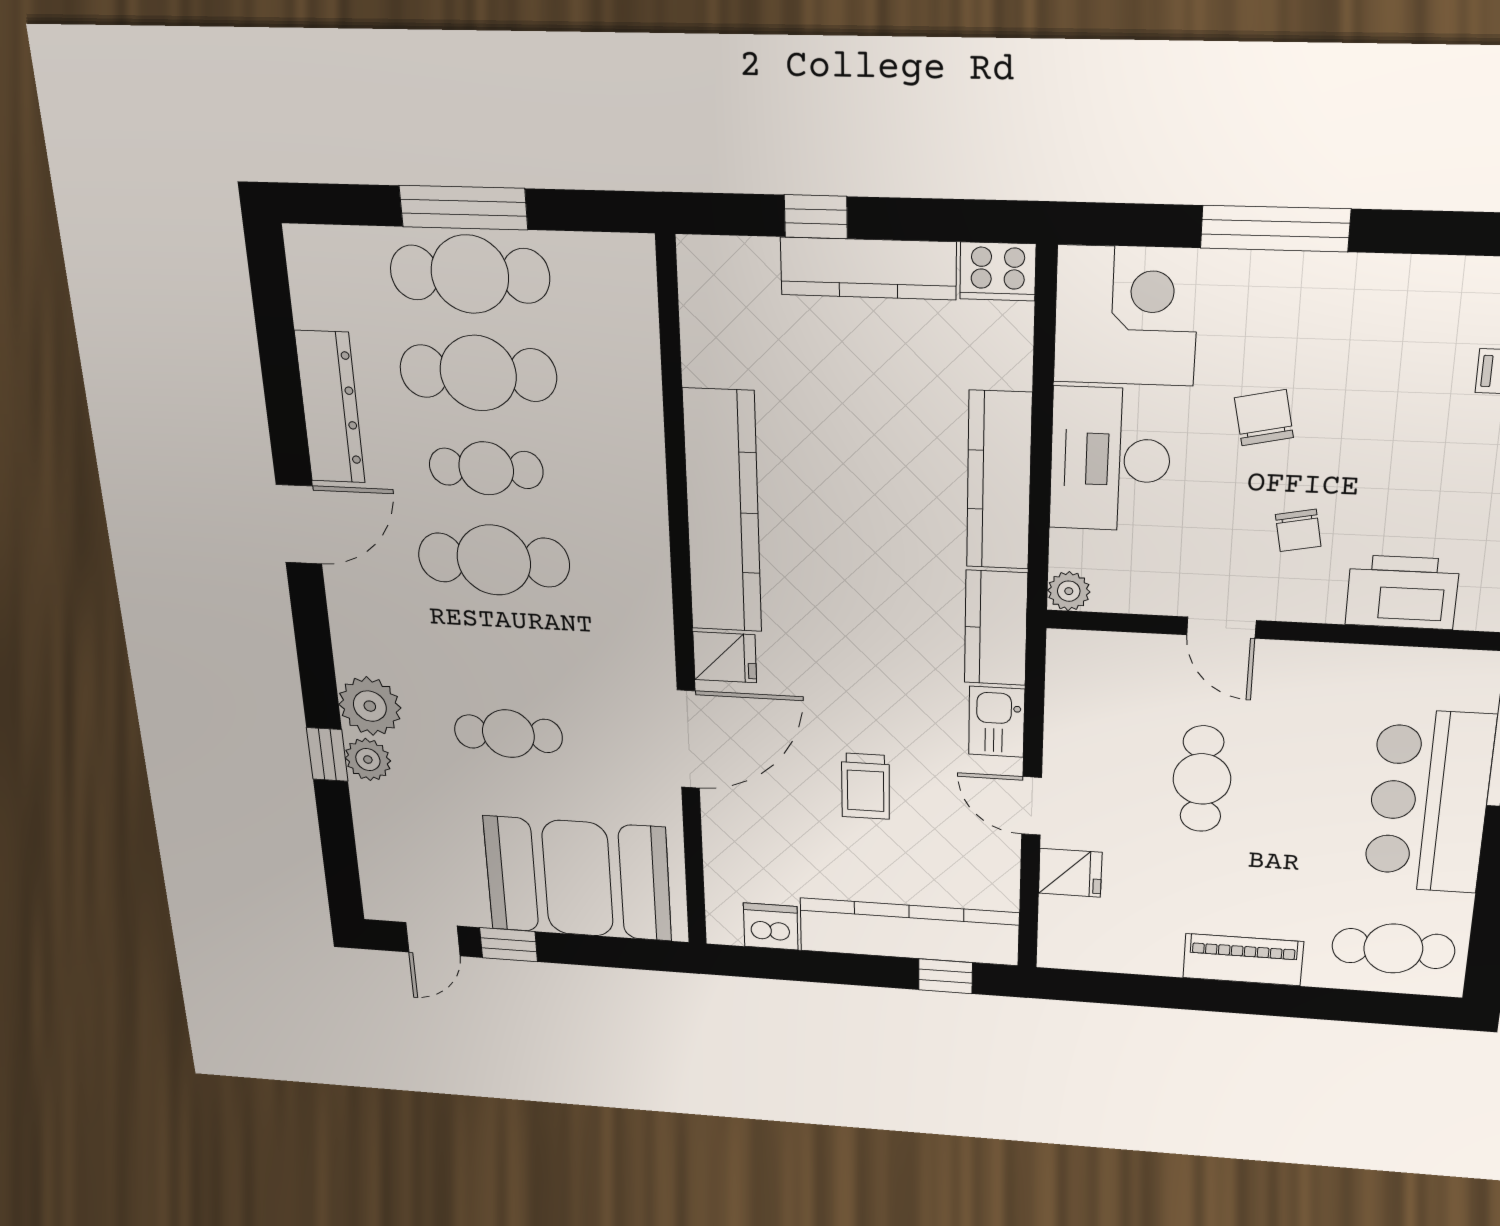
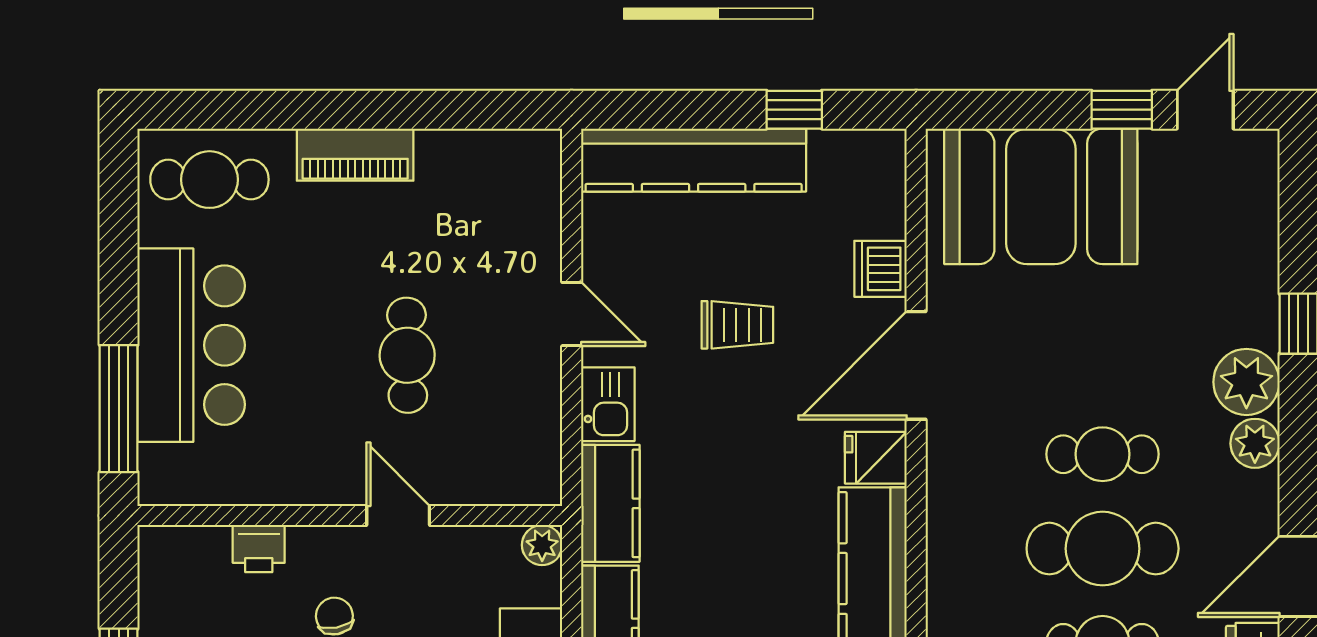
printer: (1402, 592) -> (259, 549), width x0.53, depth x0.68
cafe table: (508, 734) -> (1103, 454), moved
plant: (368, 760) -> (1255, 443), moved
trolley: (866, 786) -> (737, 325), turned 90
fridge: (1070, 873) -> (531, 241), removed
dishwasher: (771, 926) -> (880, 269), moved, turned 90
window: (945, 976) -> (794, 110), moved

